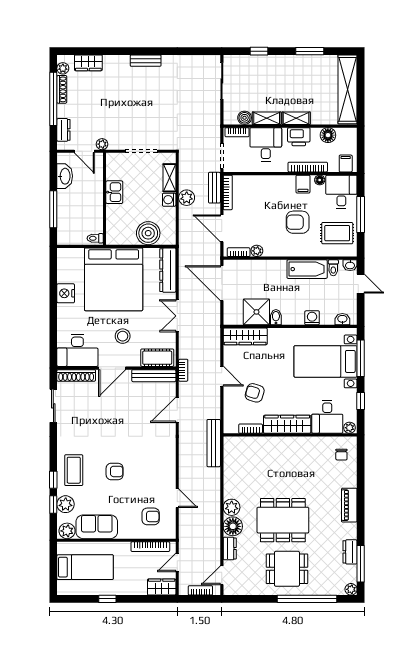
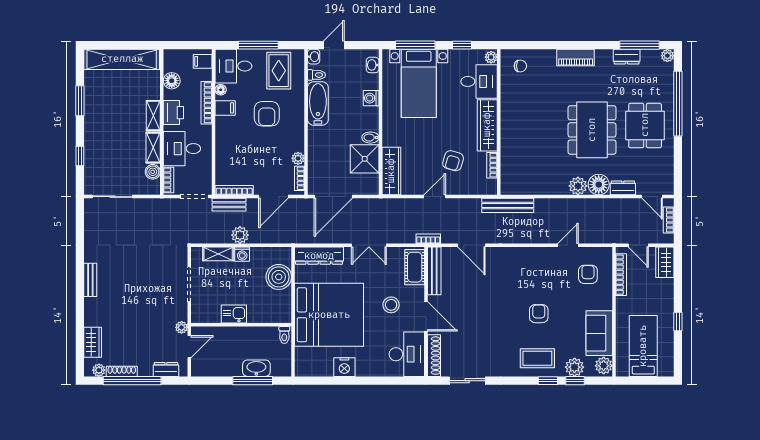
washbasin: (65, 176) -> (256, 368), moved

